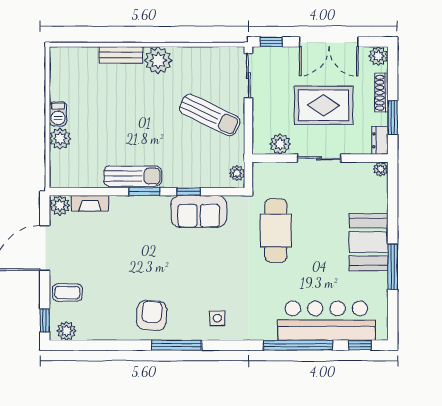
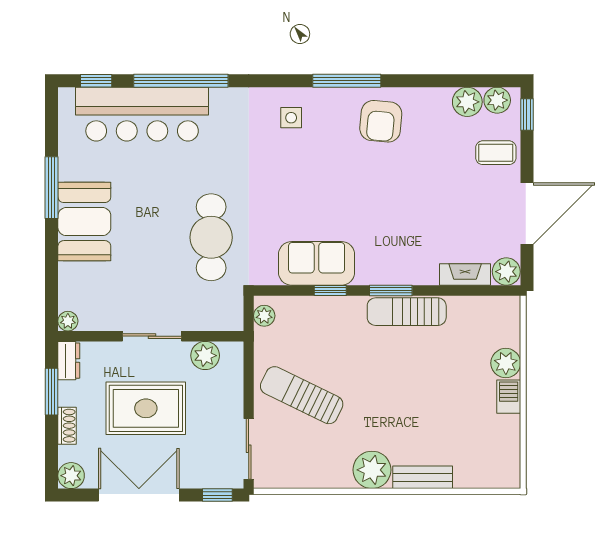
shoe rack: (381, 93) -> (67, 426), width x0.70
plant: (88, 330) -> (467, 102), added

